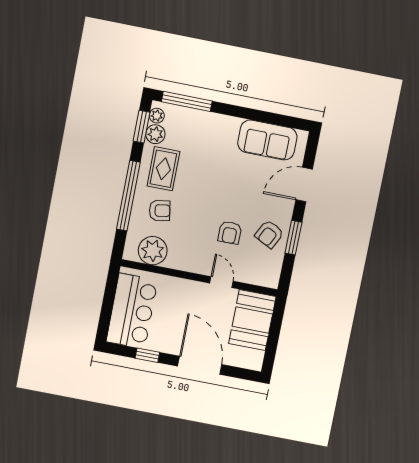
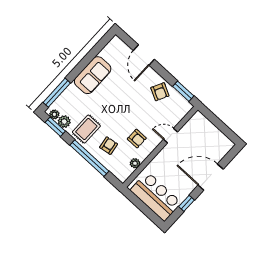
sofa: (267, 140) -> (93, 75), moved
rug: (163, 169) -> (86, 129), turned 90
armchair: (230, 233) -> (137, 139), moved
window: (293, 238) -> (183, 91), moved
plant: (153, 251) -> (135, 163), width x0.53, depth x0.53
booth: (252, 320) -> (203, 131), removed

